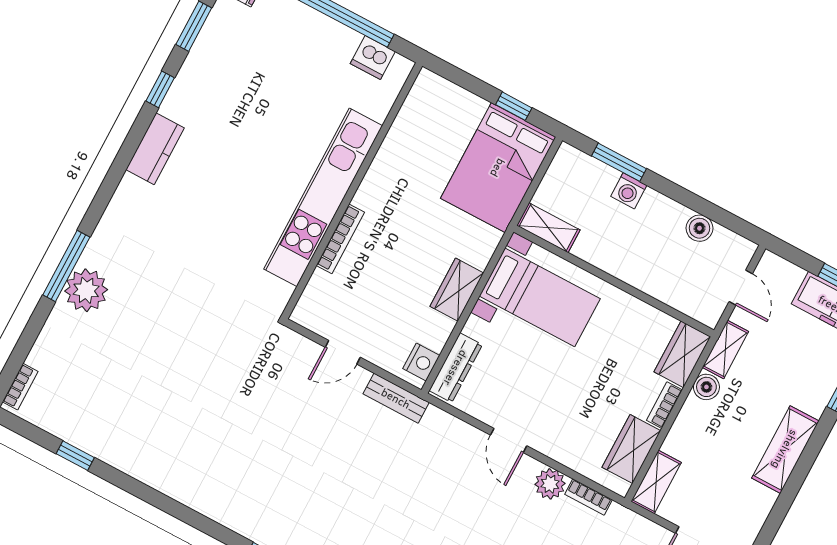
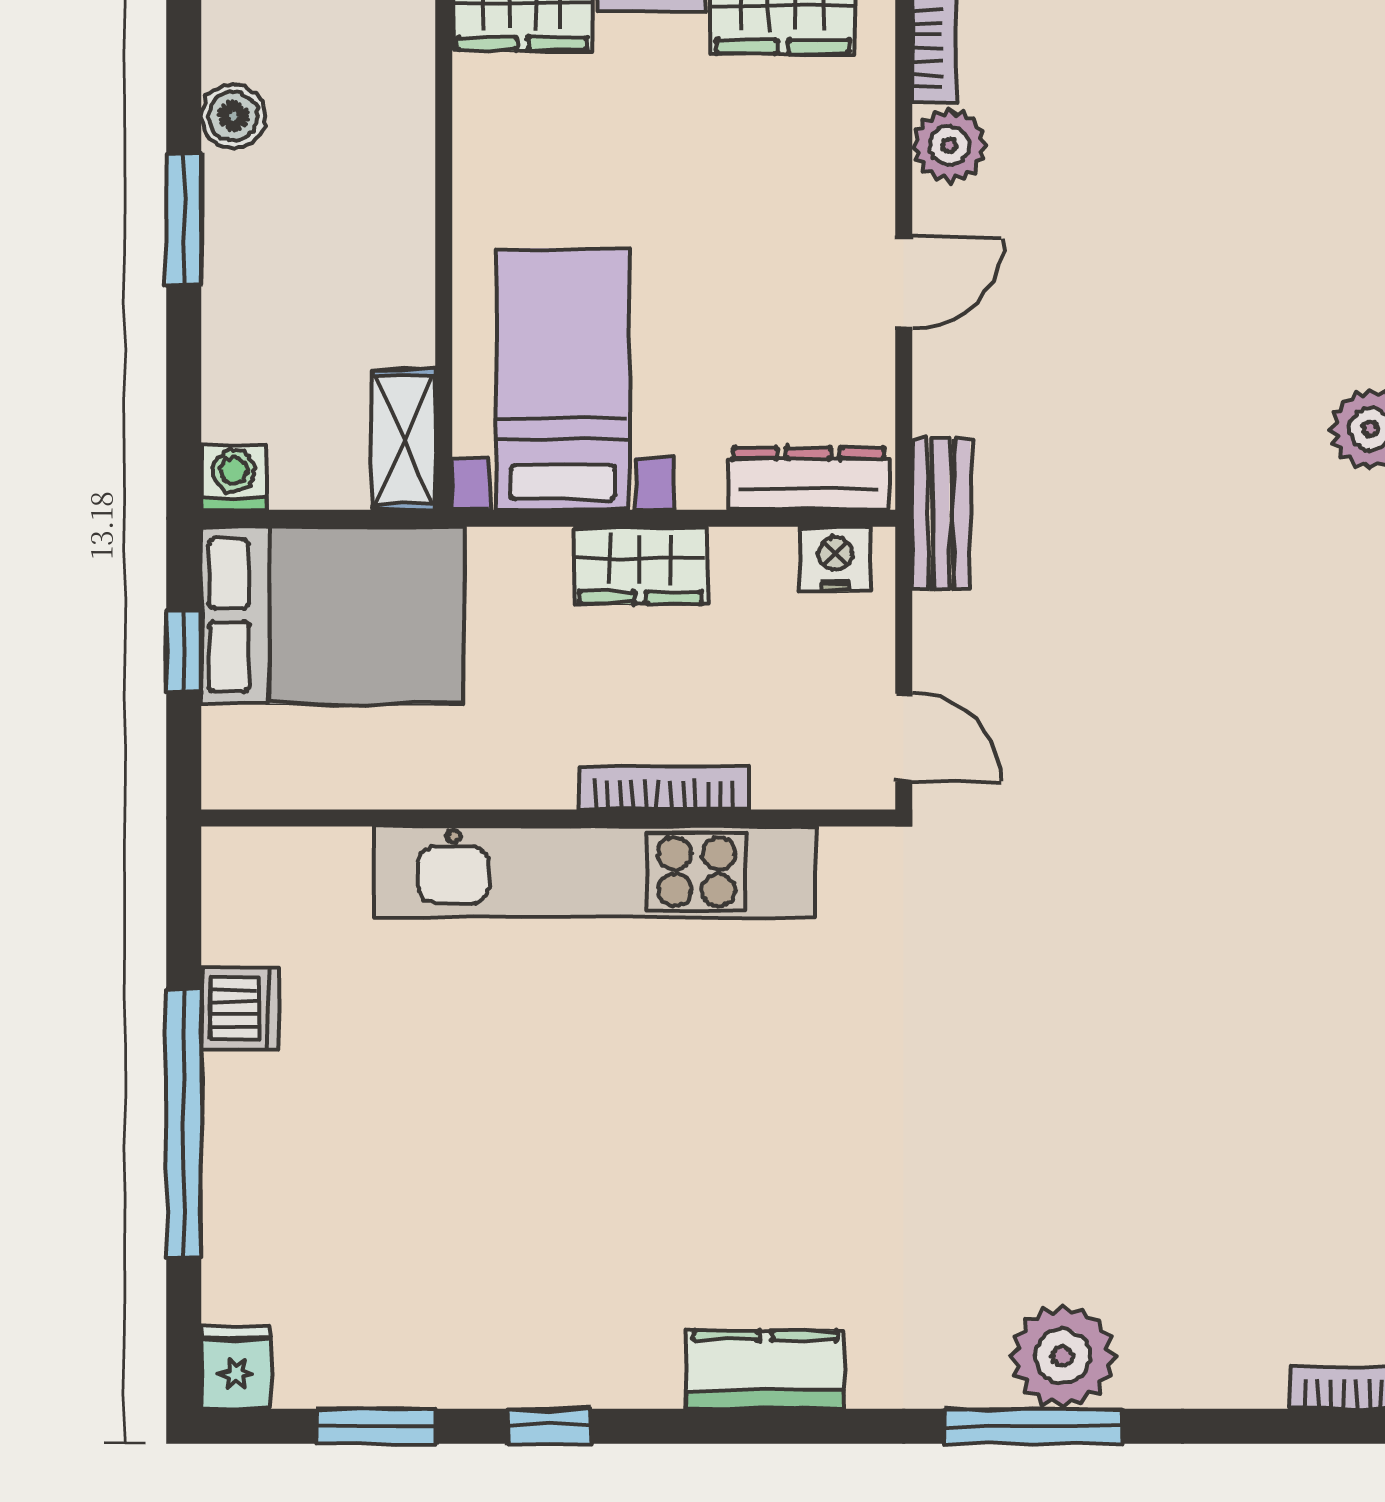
kitchen counter: (155, 149) -> (765, 1370), moved
window: (619, 162) -> (184, 219), moved
wall: (352, 191) -> (548, 818), moved
washing machine: (629, 191) -> (234, 477), moved, turned -90
kitchen unit: (323, 197) -> (595, 872), moved
bookcase: (340, 239) -> (664, 788), moved
bench: (396, 398) -> (941, 514), moved

